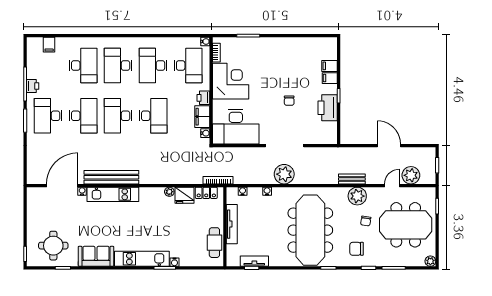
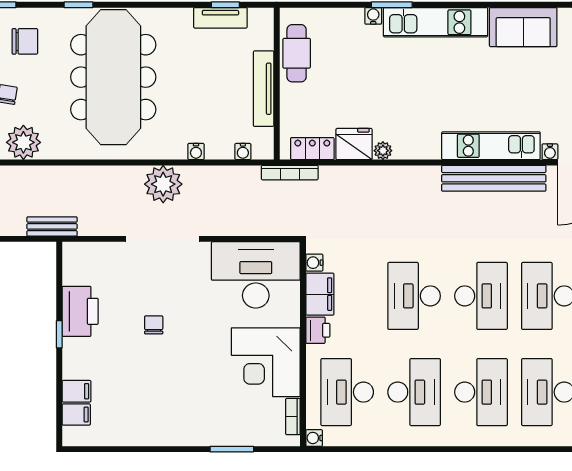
filing cabinet: (330, 78) -> (76, 415), moved
bench: (352, 179) -> (52, 226), moved

